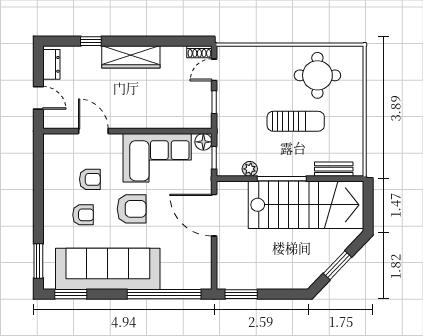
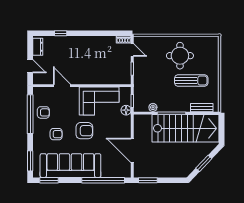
wardrobe: (131, 57) -> (84, 42), removed
door: (214, 70) -> (132, 50), swing flipped
round table: (317, 75) -> (180, 56), moved
sun lounger: (296, 121) -> (191, 80), moved
floor lamp: (203, 142) -> (126, 110), moved
armchair: (90, 179) -> (43, 112), moved
window: (38, 180) -> (30, 114), added
door: (214, 215) -> (132, 150), moved

